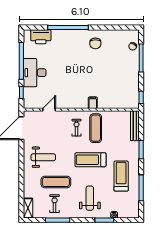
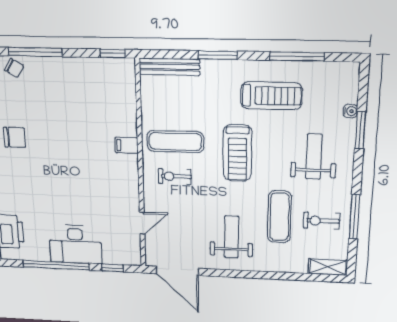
door: (49, 110) -> (142, 223), swing flipped
treadmill: (121, 176) -> (271, 96), turned 180
weight bench: (90, 198) -> (314, 157), turned 90

